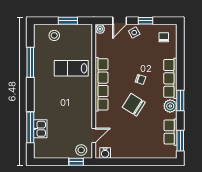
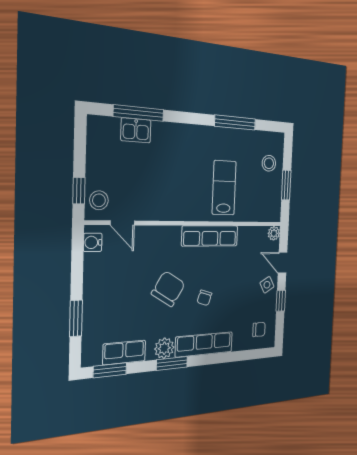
row of seats: (102, 84) -> (210, 236), width x0.73
window: (148, 162) -> (76, 318), added

